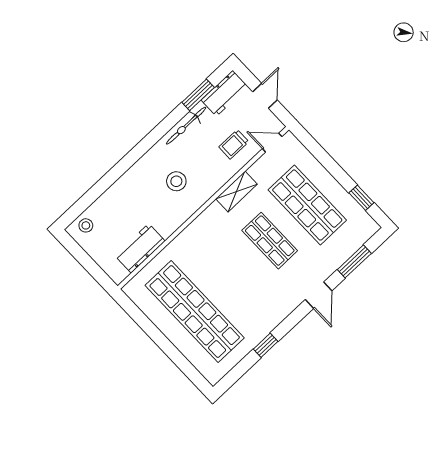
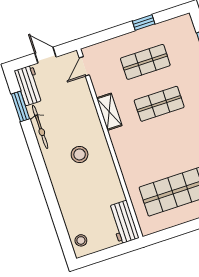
trolley: (234, 144) -> (72, 97), removed
window: (361, 198) -> (144, 23), moved
shop shelf: (307, 205) -> (145, 62), width x0.70, depth x0.74
workbench: (140, 248) -> (123, 222), moved

